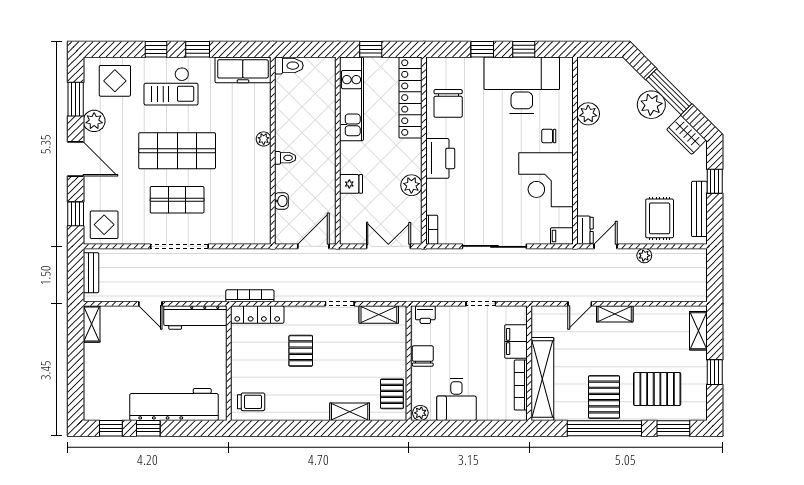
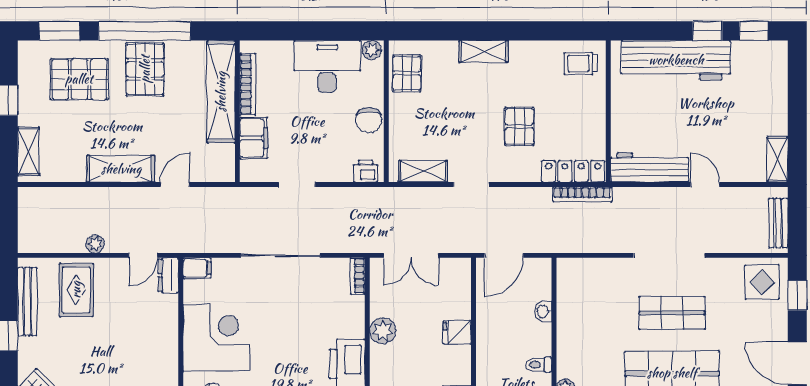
shelving: (615, 314) -> (121, 169), width x1.50, depth x1.33
desk: (456, 399) -> (327, 66), width x1.37
shelving: (350, 412) -> (484, 51), moved

